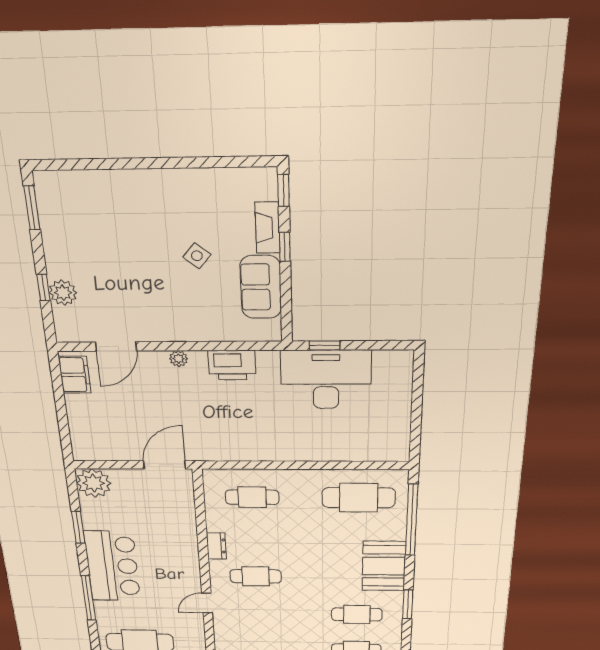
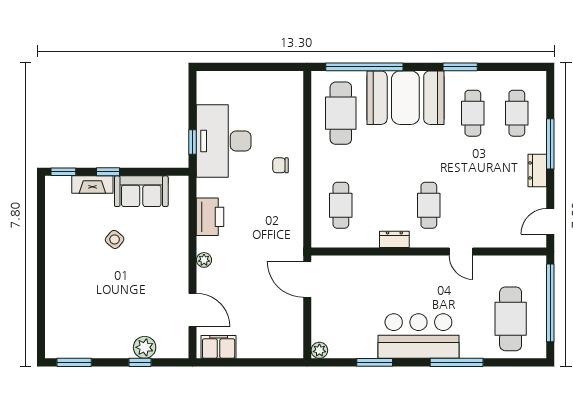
chair: (297, 439) -> (280, 165), added
plant: (94, 483) -> (319, 350), width x0.53, depth x0.53
booth: (384, 566) -> (405, 98), width x1.36, depth x1.42

